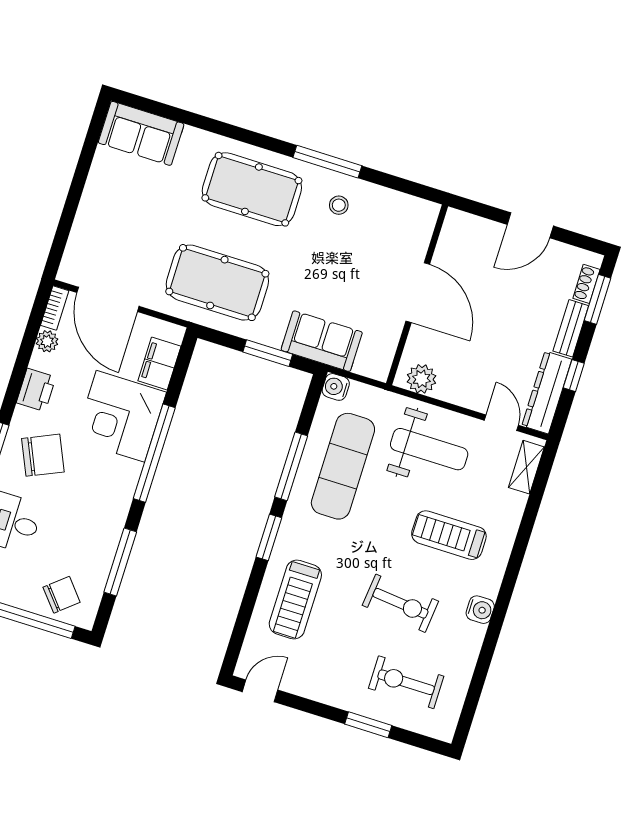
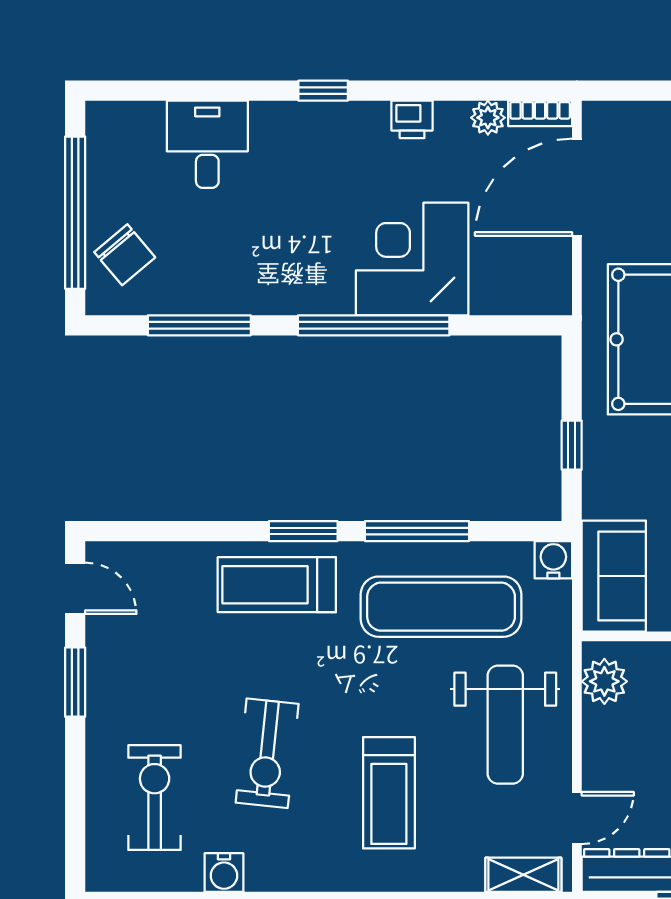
sofa: (322, 341) -> (614, 576), moved
window: (268, 353) -> (572, 445), width x0.67
filing cabinet: (159, 363) -> (507, 292), removed
printer: (36, 390) -> (412, 119), width x0.73, depth x0.81
chair: (43, 455) -> (320, 164), removed
treadmill: (449, 535) -> (389, 793), turned 180
treadmill: (295, 599) -> (277, 585), moved
water cooler: (480, 610) -> (224, 873), moved
window: (368, 725) -> (75, 682), moved

